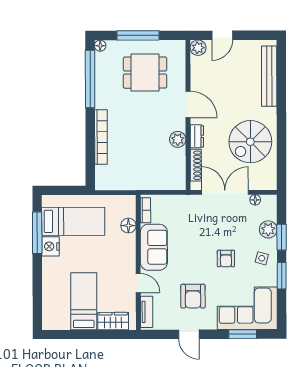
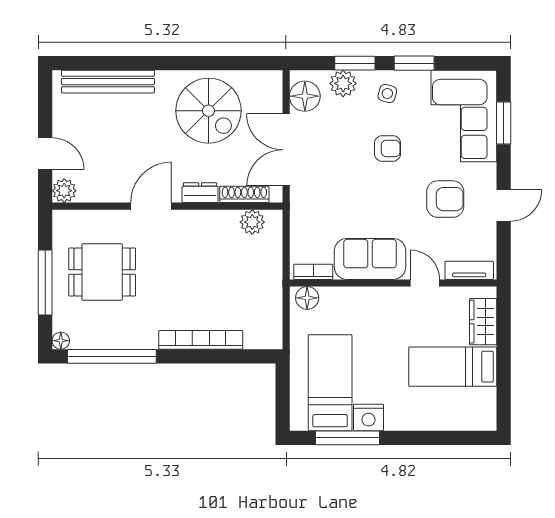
dining table: (145, 73) -> (102, 272), turned 90
plant: (178, 139) -> (252, 222), moved
floor lamp: (255, 200) -> (305, 96), width x1.89, depth x1.89
floor lamp: (128, 226) -> (307, 298), moved
door: (138, 283) -> (425, 283), hinge flipped

